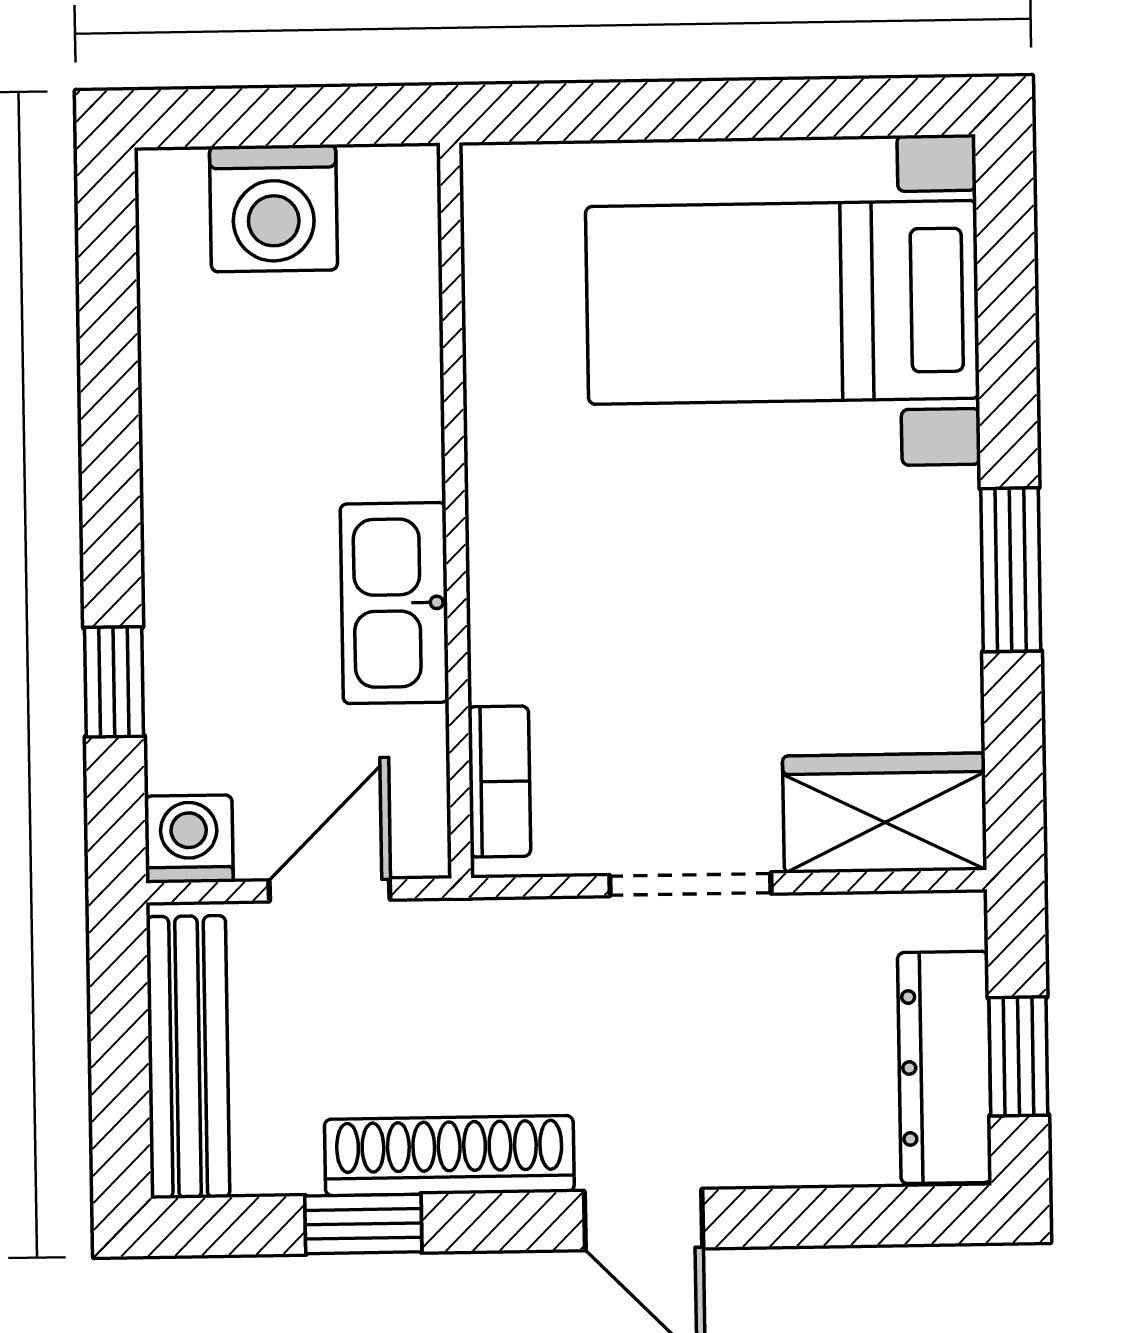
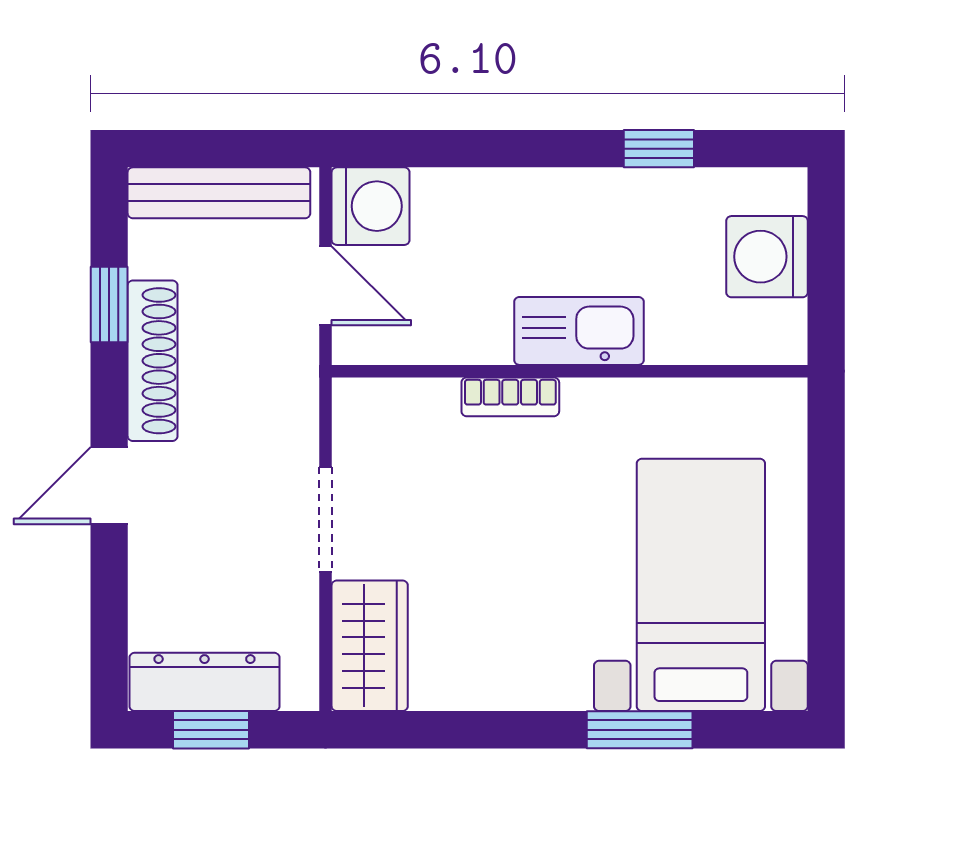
window: (1011, 570) -> (640, 730), moved
kitchen sink: (395, 603) -> (579, 331), moved
window: (114, 682) -> (659, 149), moved
bookcase: (499, 781) -> (510, 397), moved
washing machine: (189, 839) -> (371, 206), width x1.38, depth x1.38

